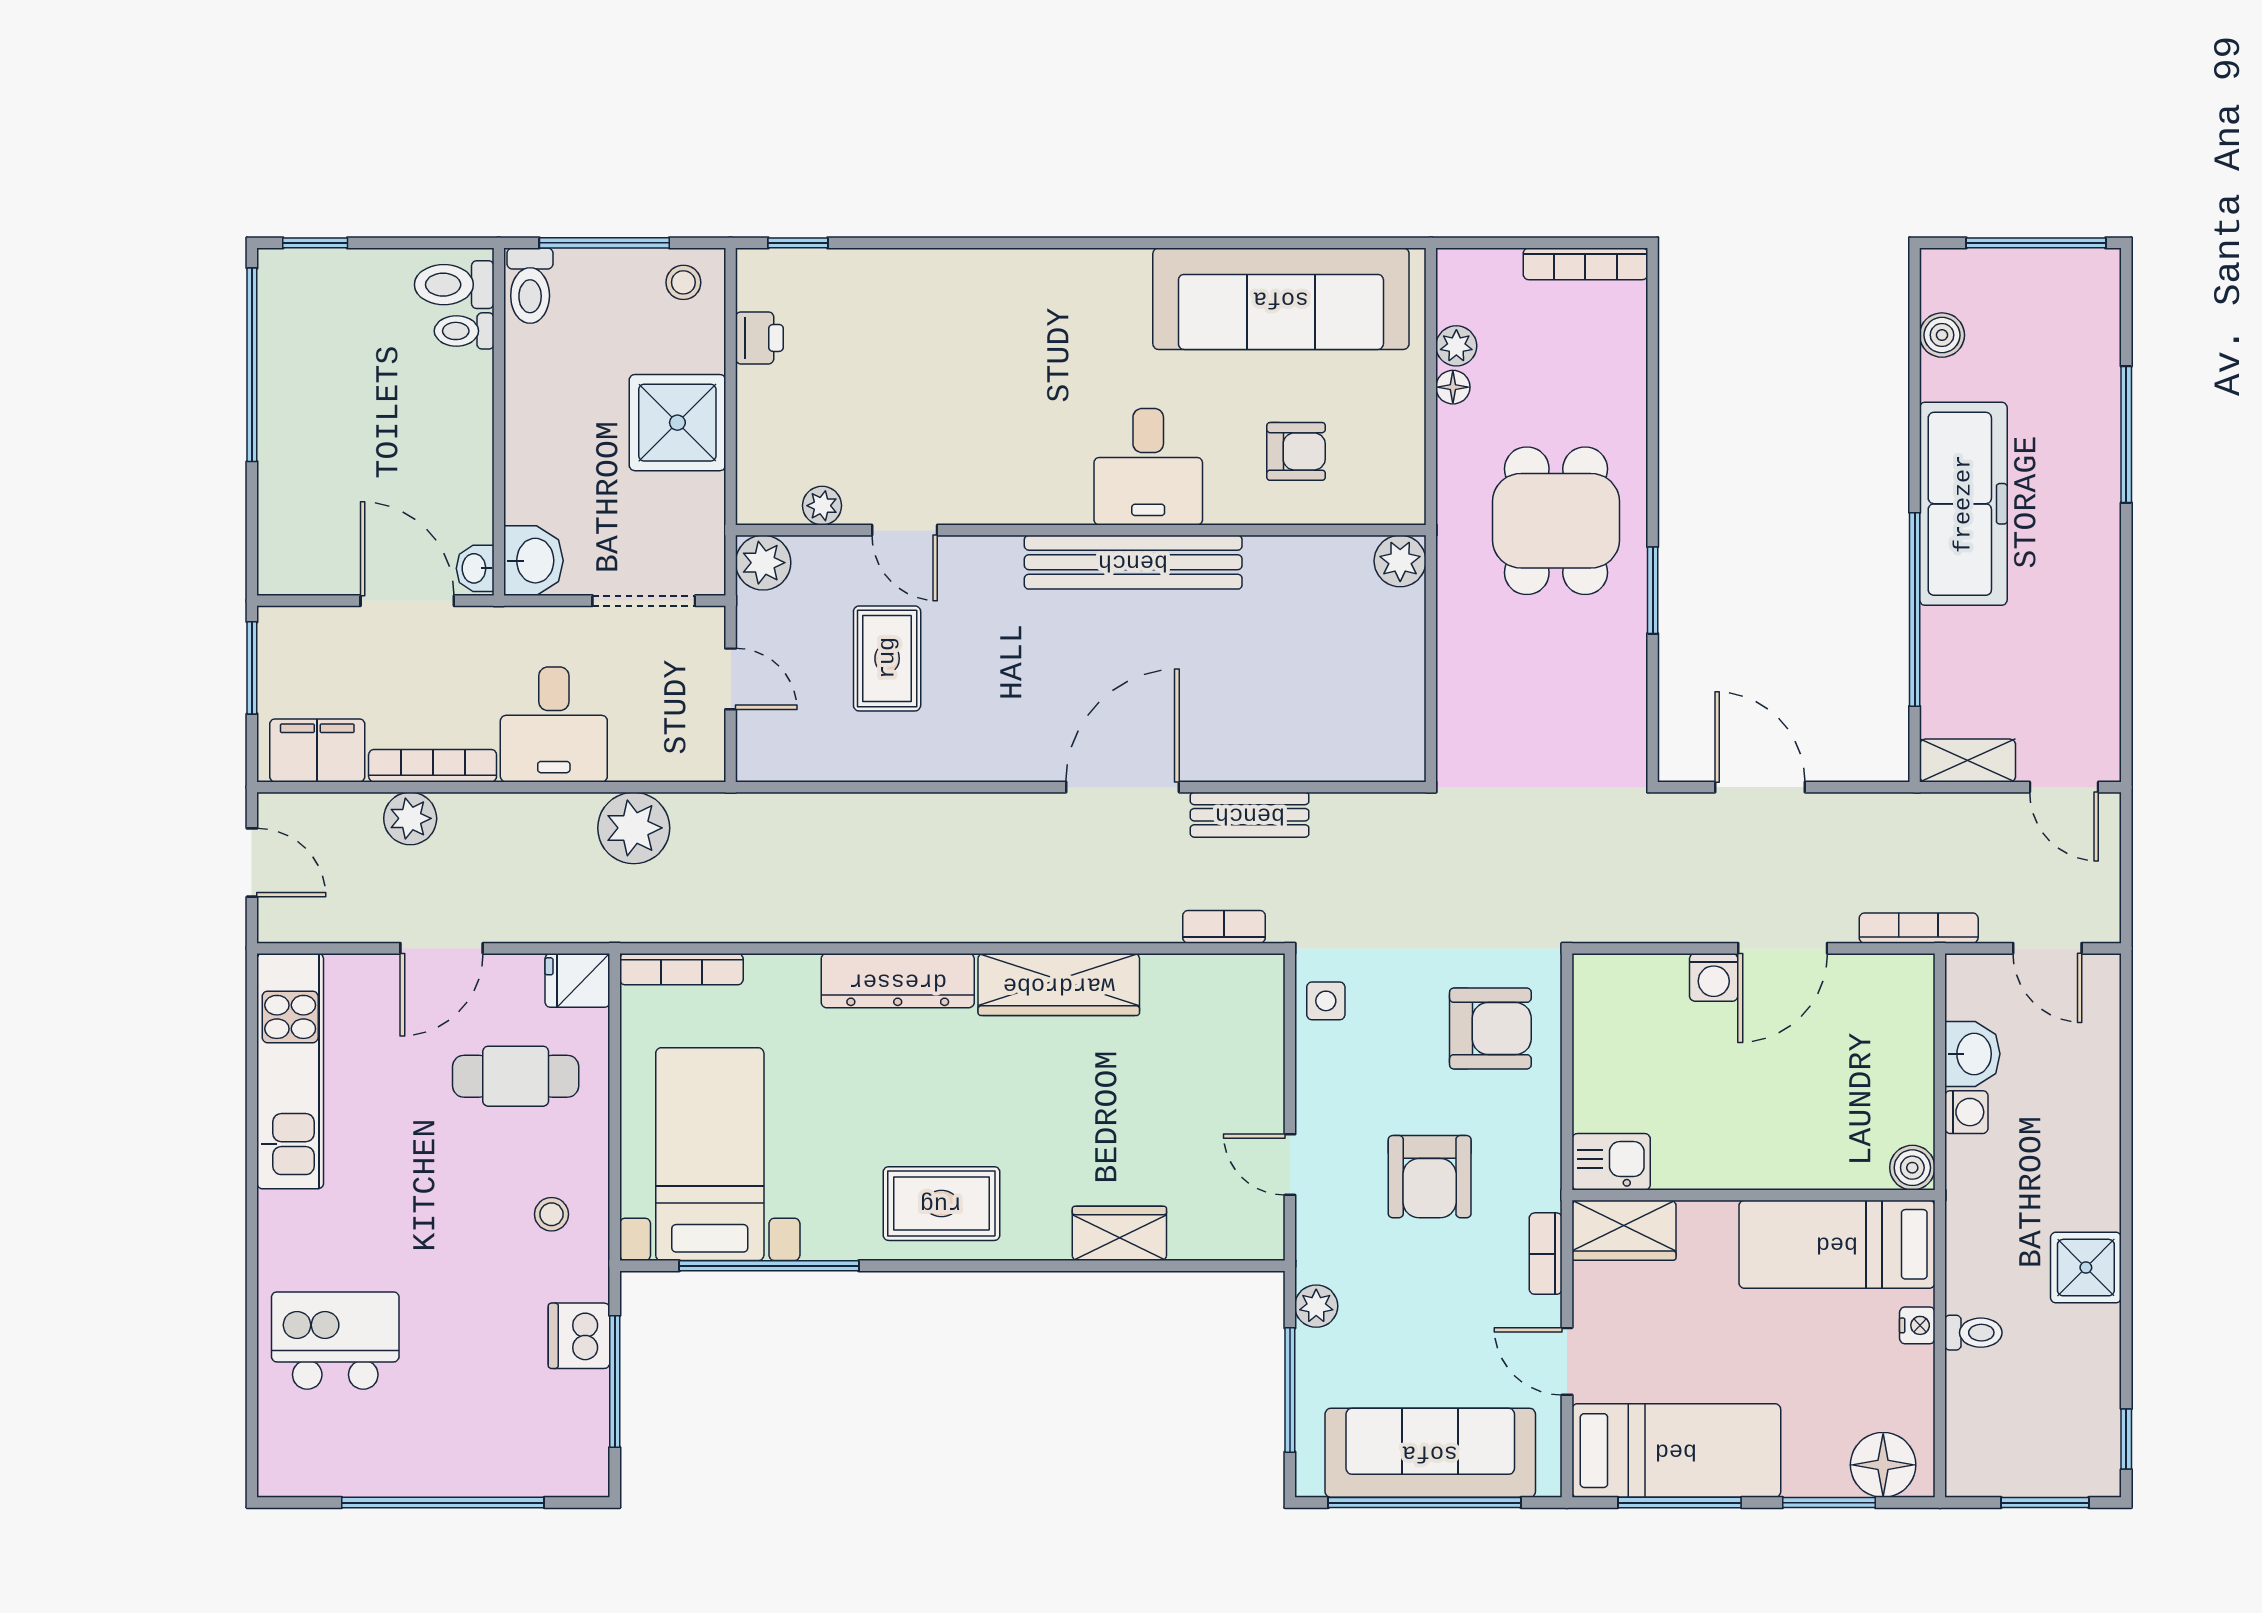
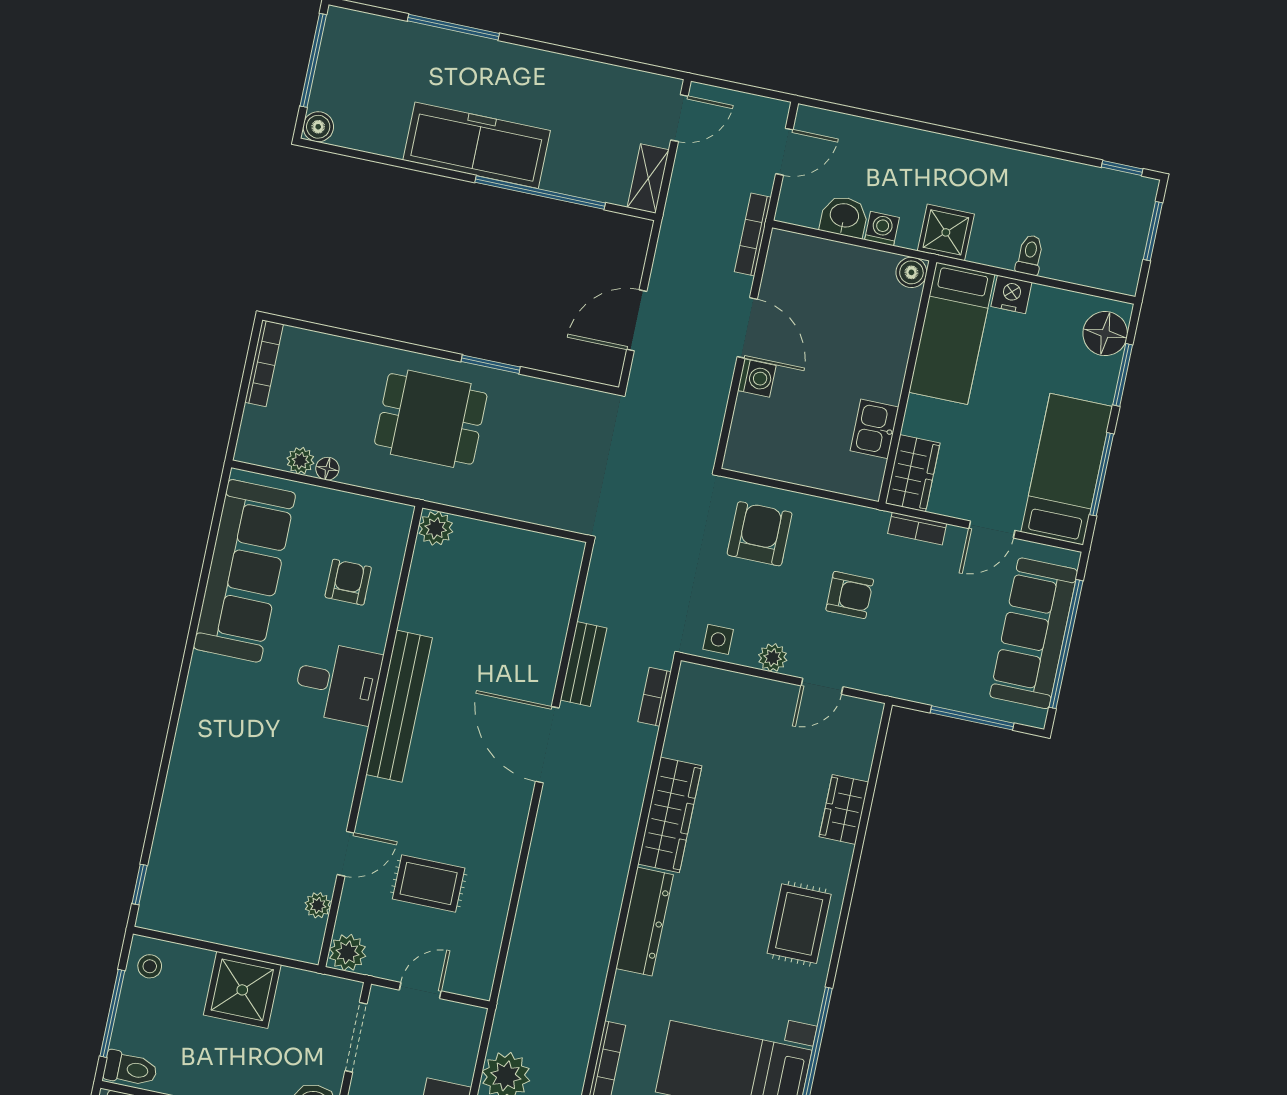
boiler: (1942, 335) -> (318, 127), moved
printer: (759, 338) -> (197, 923), removed
kitchen sink: (1611, 1162) -> (874, 429), moved
armchair: (1430, 1177) -> (850, 595), width x0.72, depth x0.72
shower: (2086, 1268) -> (946, 232), moved
plant: (1316, 1306) -> (773, 658), moved
nightstand: (1917, 1325) -> (1011, 294), width x1.39, depth x1.35

